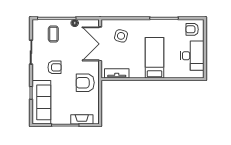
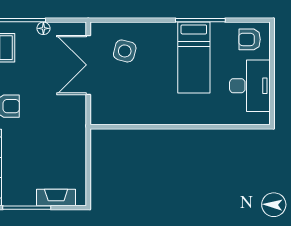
bed: (154, 58) -> (194, 58), moved, turned 180
tv unit: (117, 73) -> (117, 117), removed
armchair: (85, 83) -> (62, 133), removed

